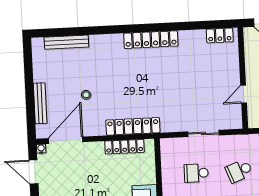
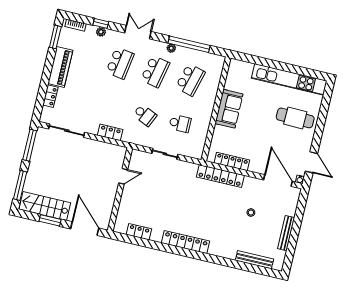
locker: (220, 35) -> (139, 232), moved
bench: (40, 103) -> (286, 233), moved
door: (66, 140) -> (278, 181), swing flipped
school desk: (239, 171) -> (145, 115), turned 45

